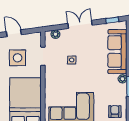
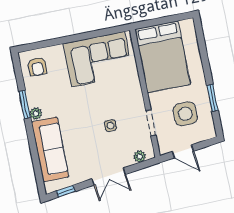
door: (14, 33) -> (183, 151), moved

